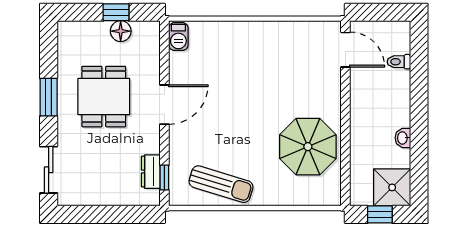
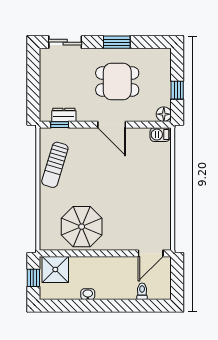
floor lamp: (121, 31) -> (164, 114), moved
shower: (392, 187) -> (55, 269), moved

